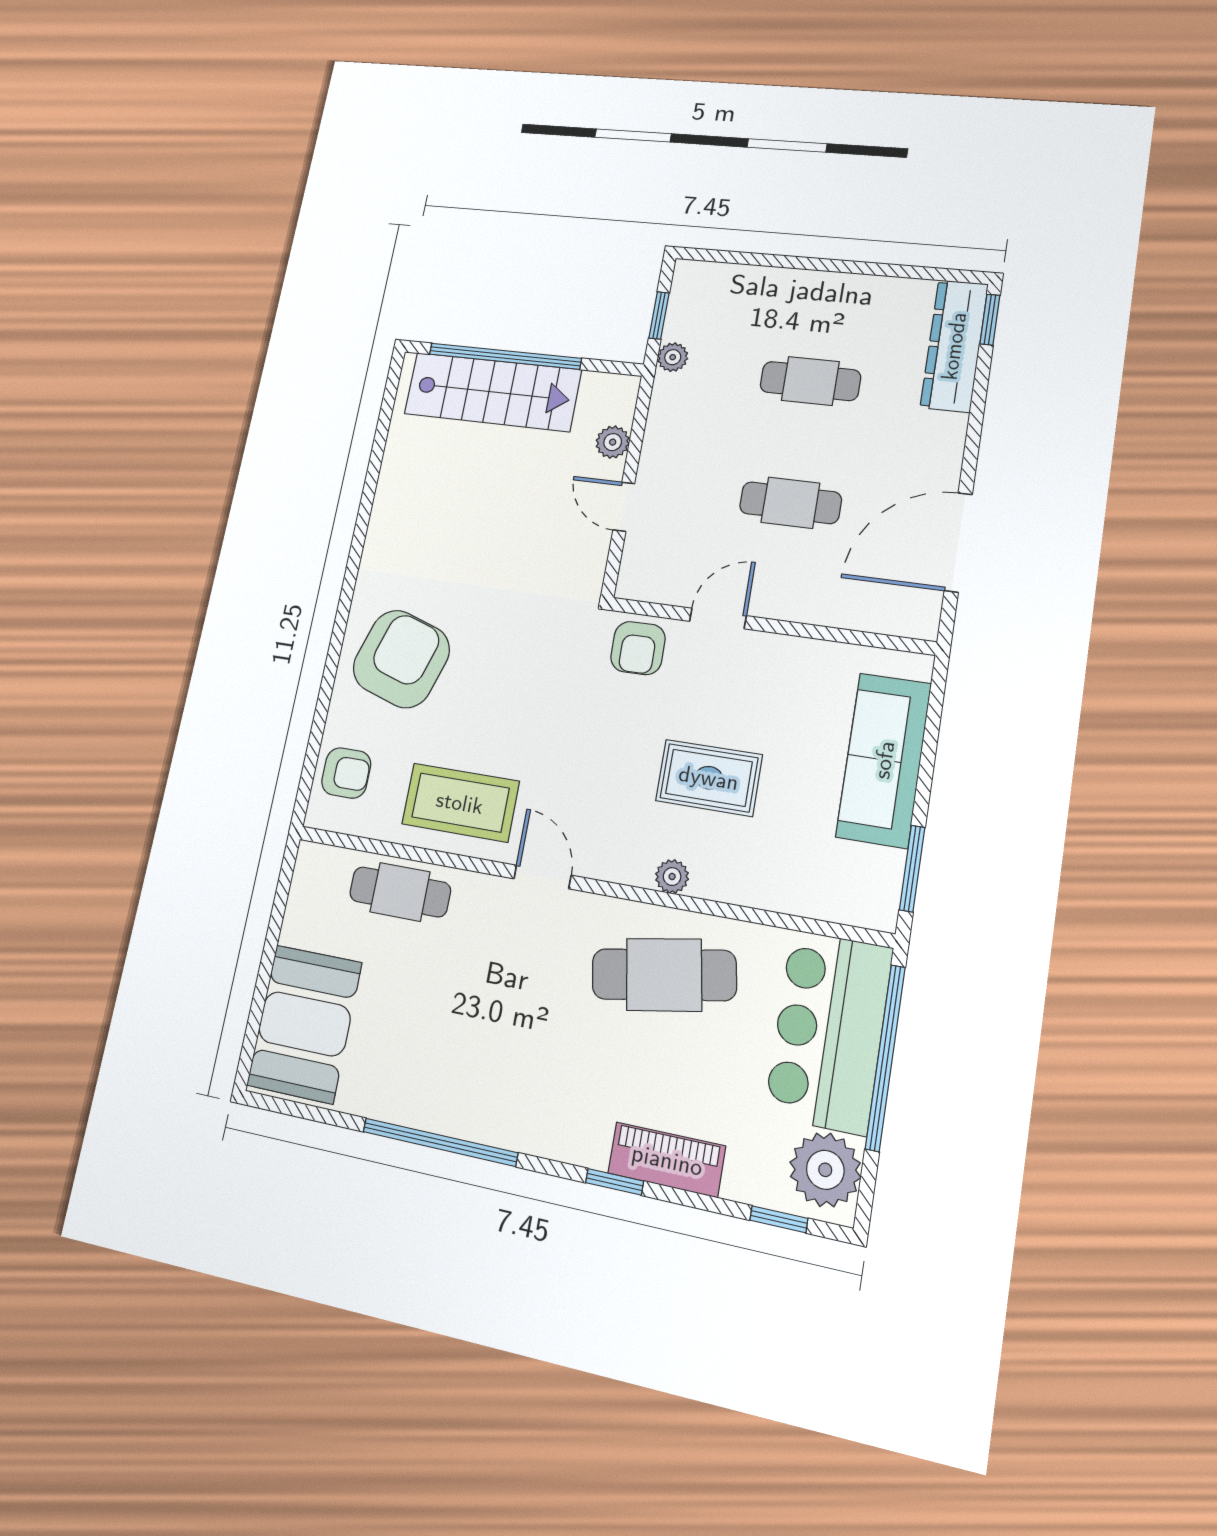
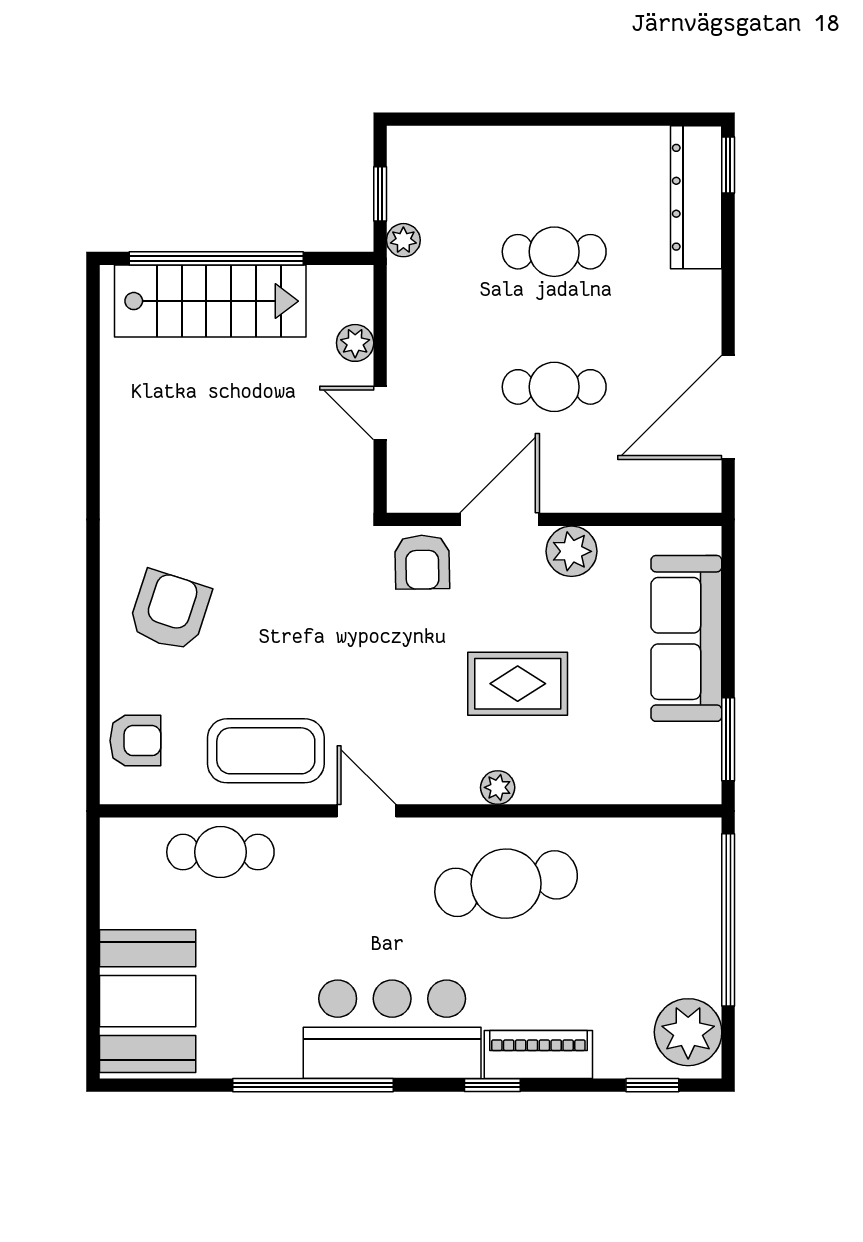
door: (718, 619) -> (500, 519), width x1.38
plant: (782, 658) -> (572, 551), added
armchair: (401, 659) -> (170, 611), width x0.73, depth x0.73
bar counter: (829, 1031) -> (392, 1029), moved, turned 90

